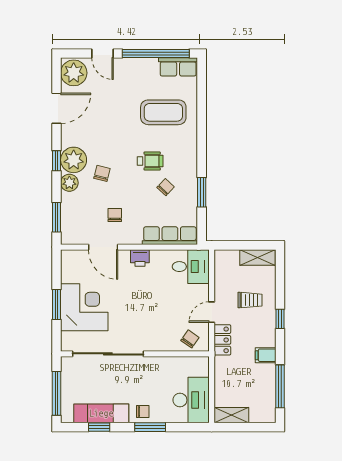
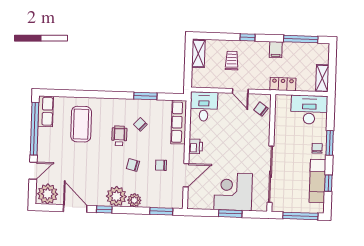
window: (57, 161) -> (104, 209), moved
chair: (102, 173) -> (133, 165), moved
locker: (222, 340) -> (283, 84), moved

